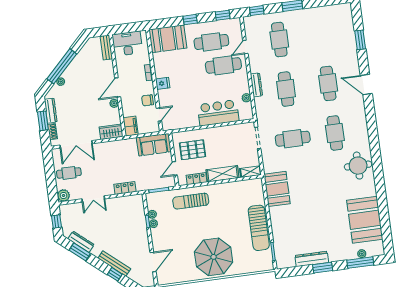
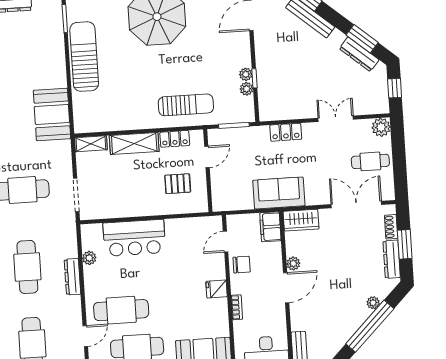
sofa: (154, 145) -> (279, 193), moved
pallet: (193, 150) -> (178, 184), width x0.67, depth x0.71

